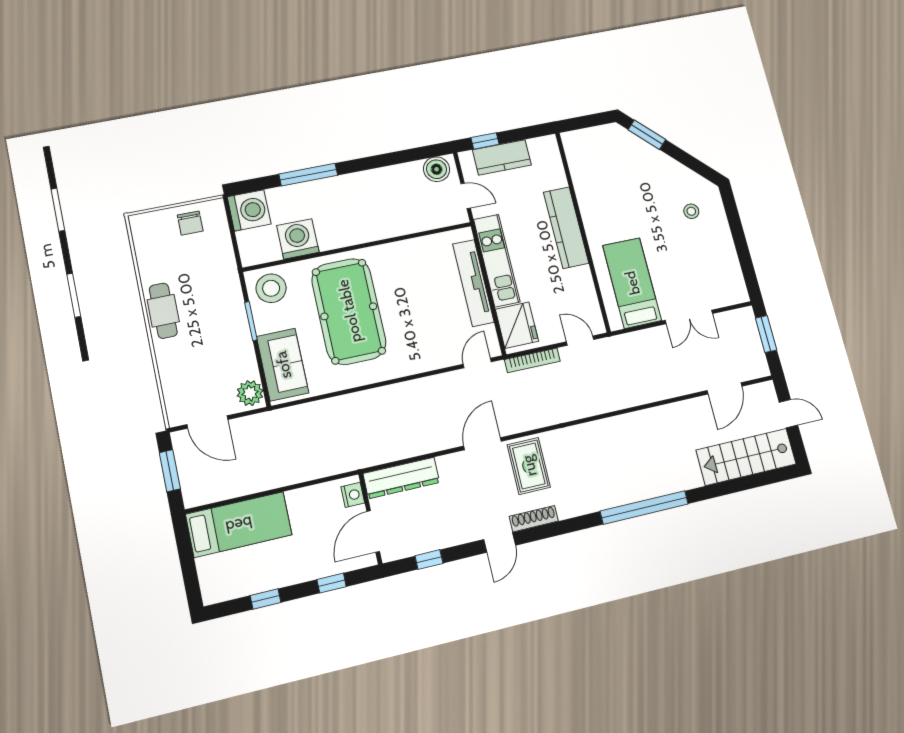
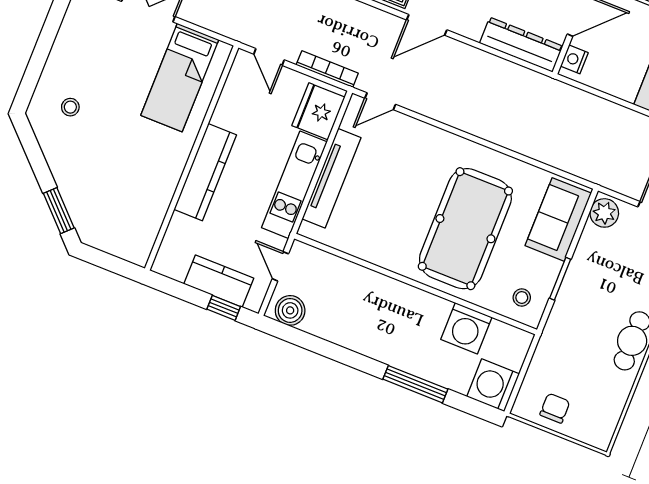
stool: (271, 288) -> (522, 297), width x0.53, depth x0.53

